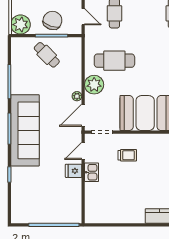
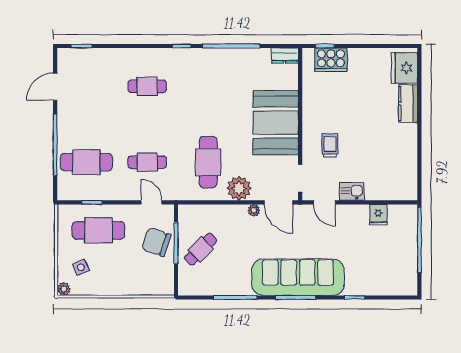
door: (83, 17) -> (152, 202), hinge flipped
plant: (20, 25) -> (162, 283), removed
fridge: (74, 171) -> (378, 215), moved

